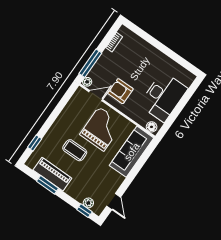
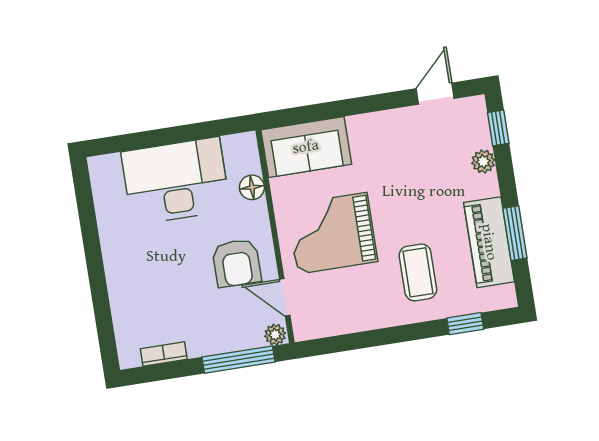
floor lamp: (152, 127) -> (252, 187), moved
coffee table: (75, 150) -> (418, 272), moved
sofa: (132, 152) -> (306, 147), width x0.73
plant: (88, 203) -> (483, 161), moved

